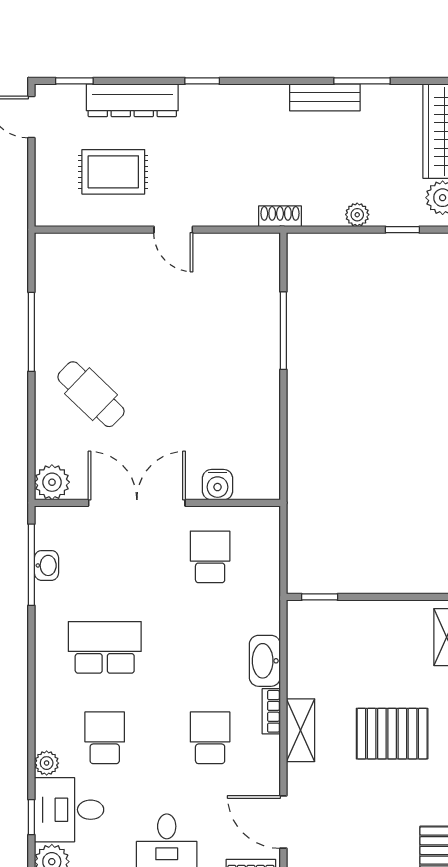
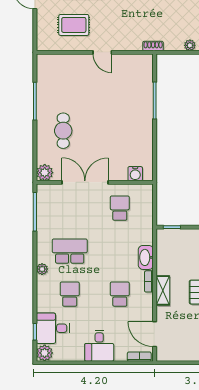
cafe table: (91, 394) -> (63, 131), turned 46
water cooler: (218, 485) -> (135, 174), moved
washbasin: (46, 565) -> (42, 212), removed
plant: (47, 763) -> (42, 269), moved

